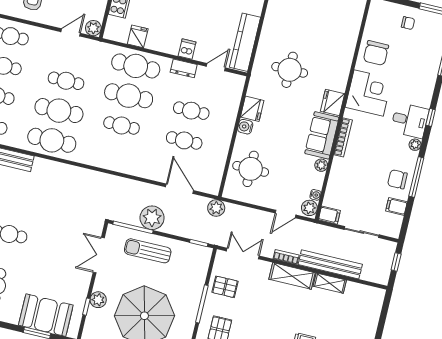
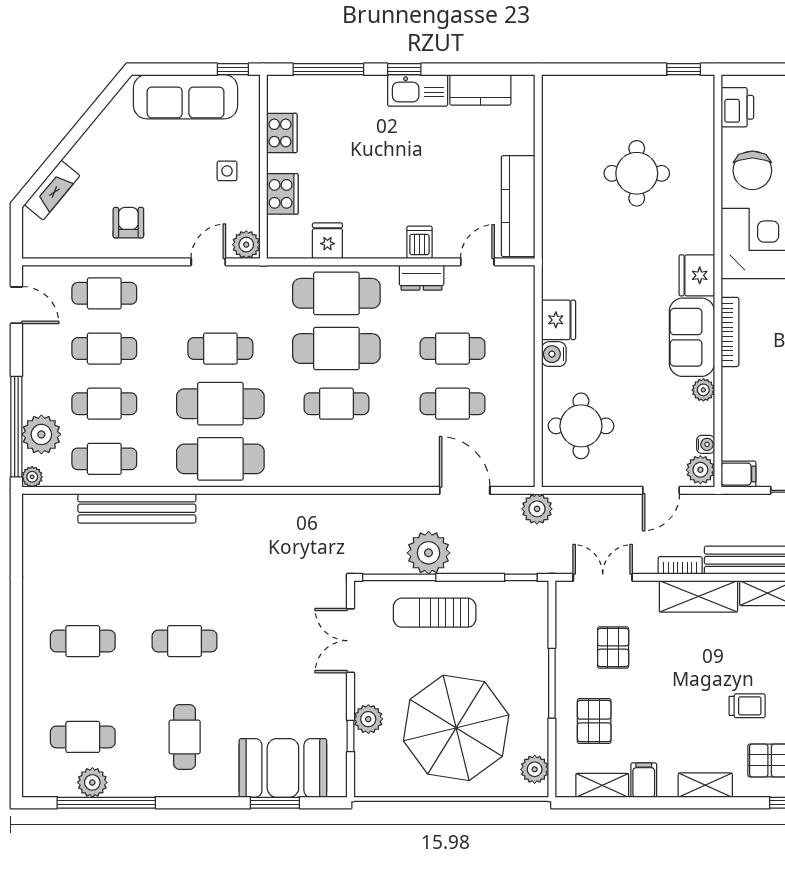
printer: (376, 17) -> (737, 107), added
round table: (290, 70) -> (637, 173), moved
pallet: (225, 287) -> (613, 648), moved, turned 90

